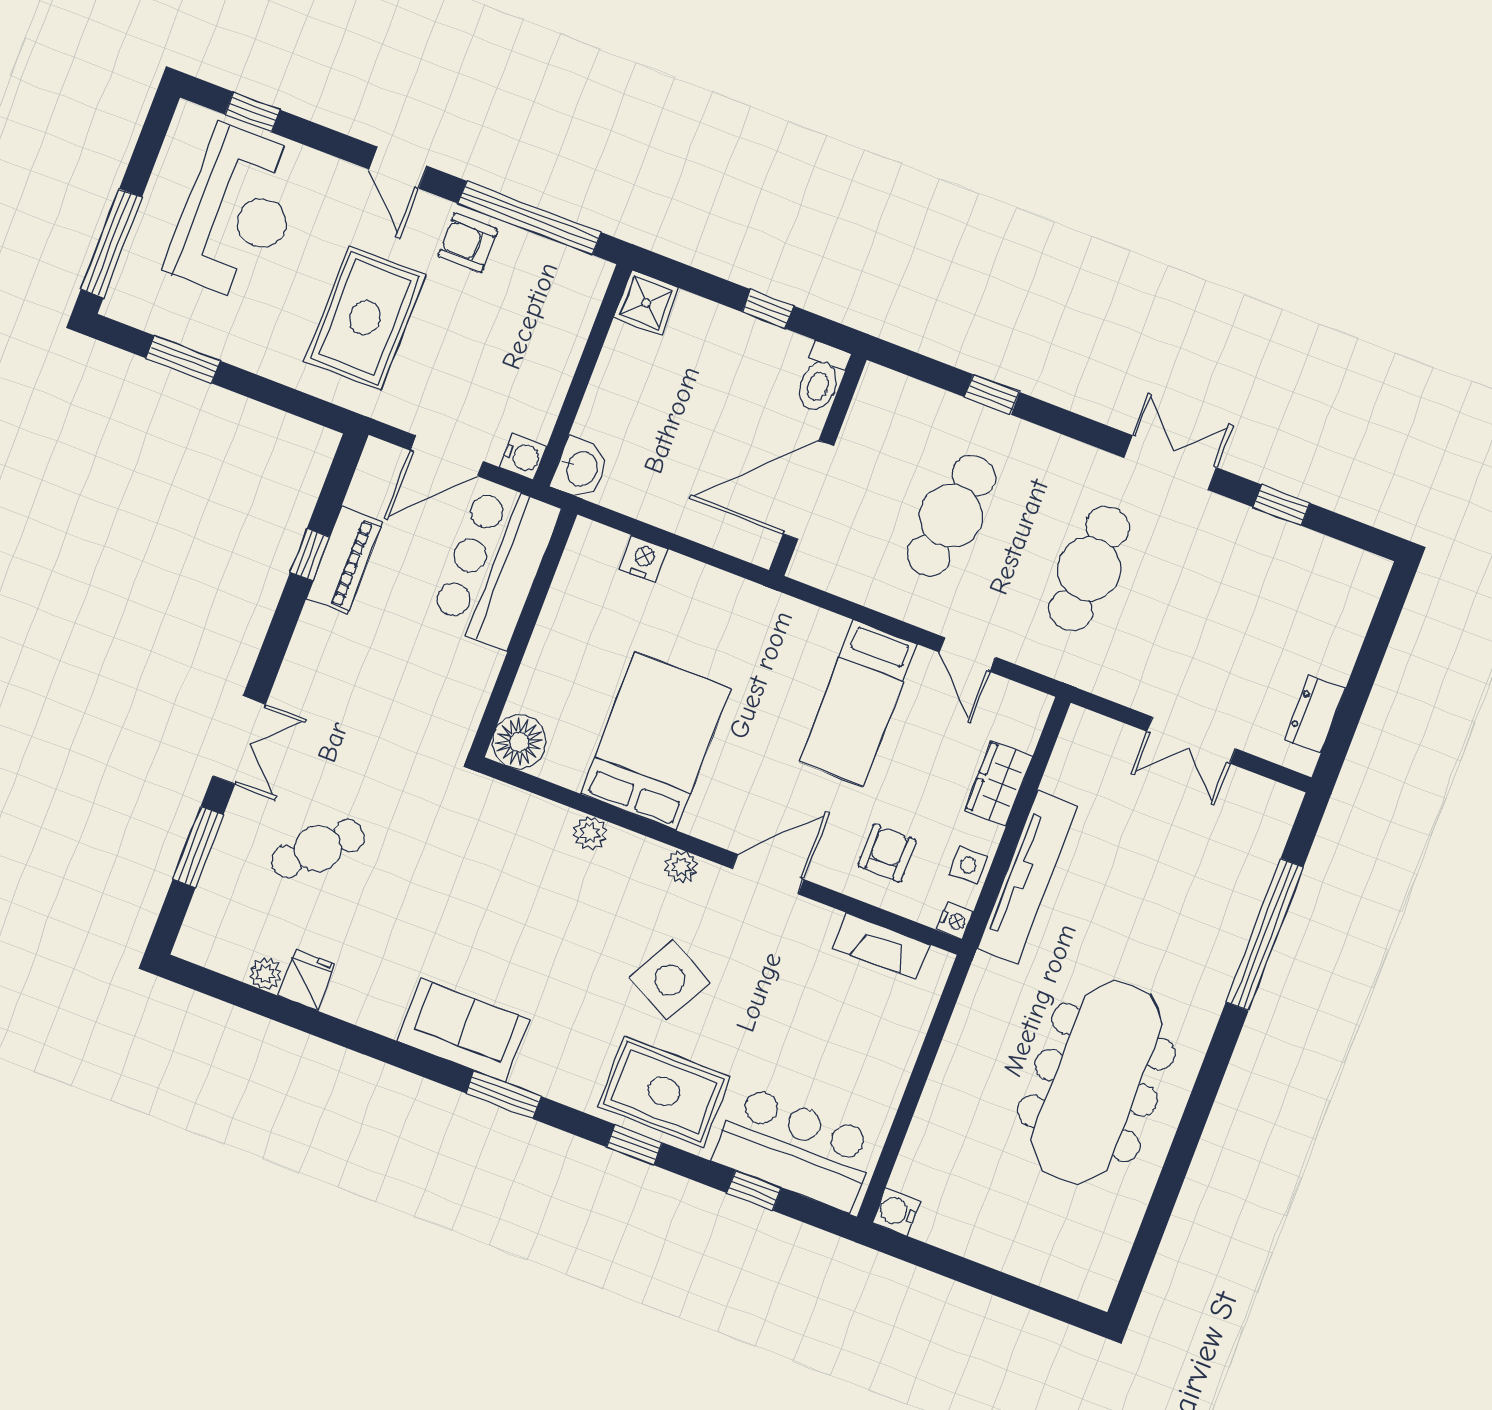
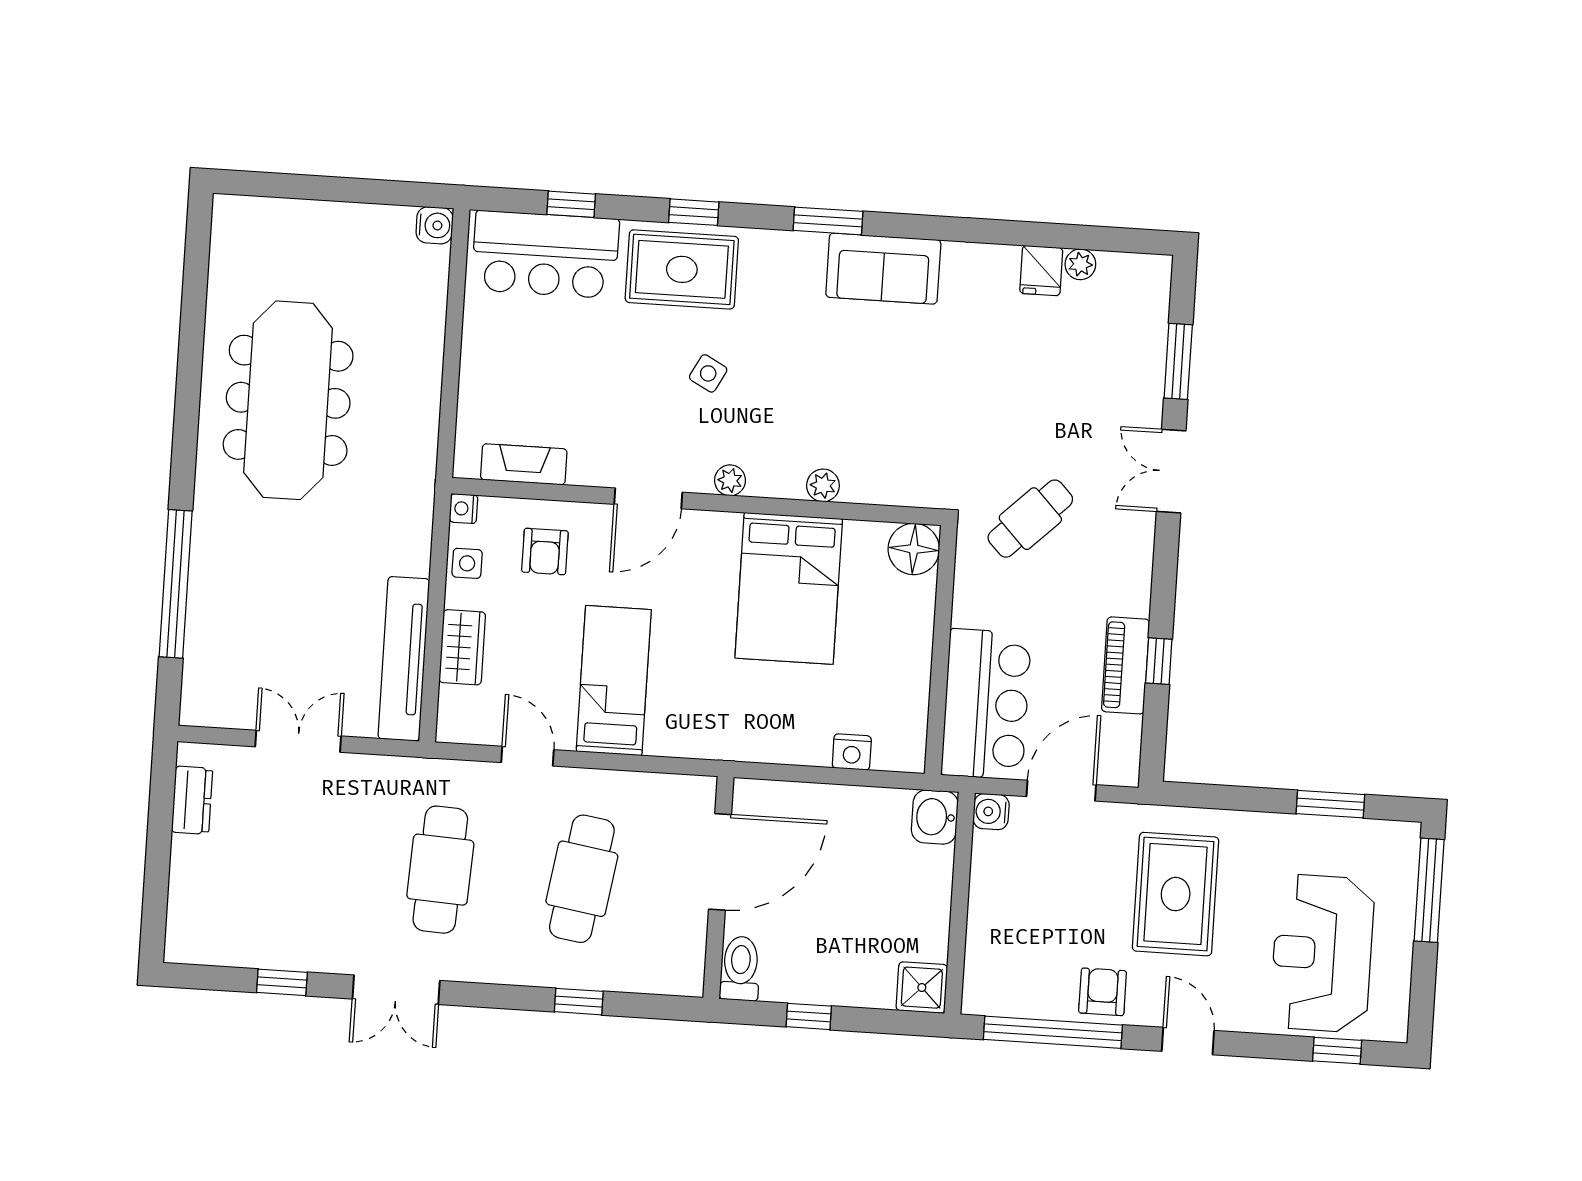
armchair: (468, 243) -> (1103, 992), turned -90
cafe table: (318, 849) -> (1030, 519), moved
tv unit: (1027, 877) -> (404, 659), moved
side table: (670, 980) -> (708, 373), width x0.54, depth x0.54

